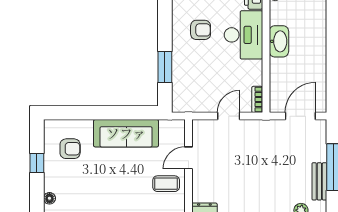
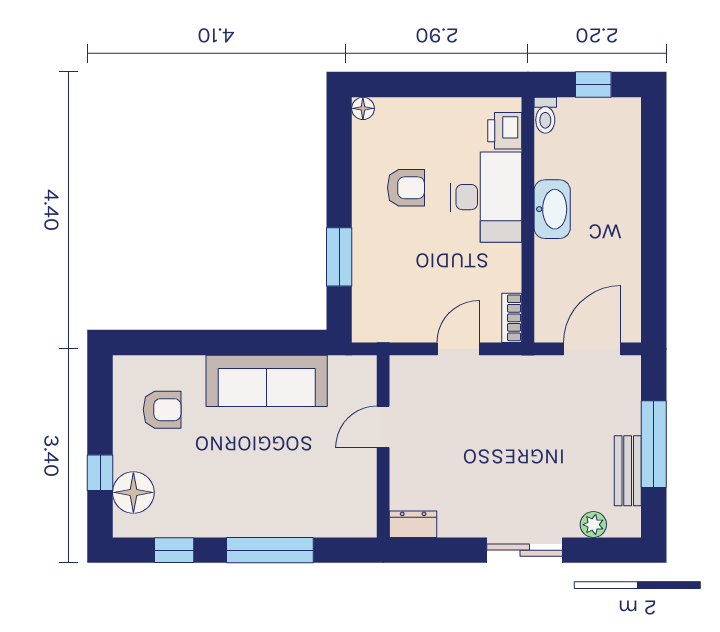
window: (37, 163) -> (100, 473), moved
coffee table: (166, 184) -> (341, 475), removed
floor lamp: (49, 198) -> (133, 492), width x1.89, depth x1.89

